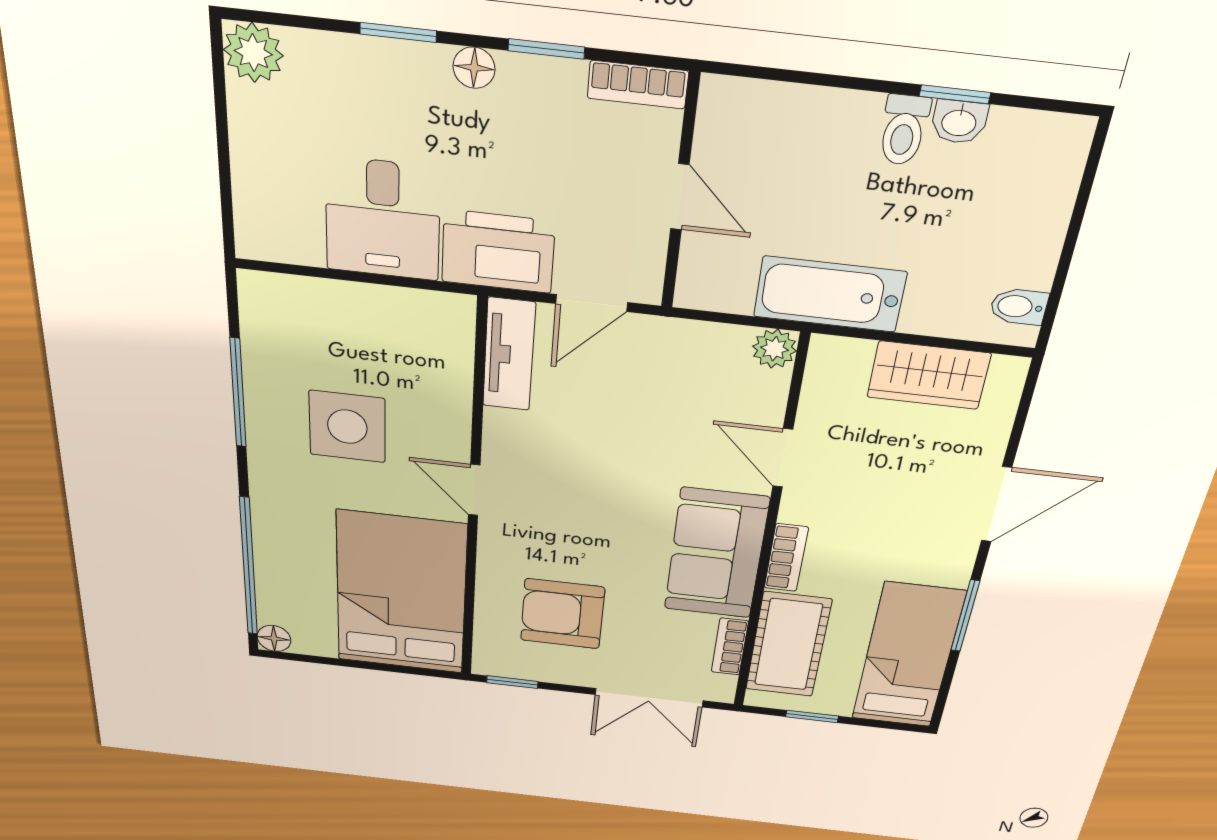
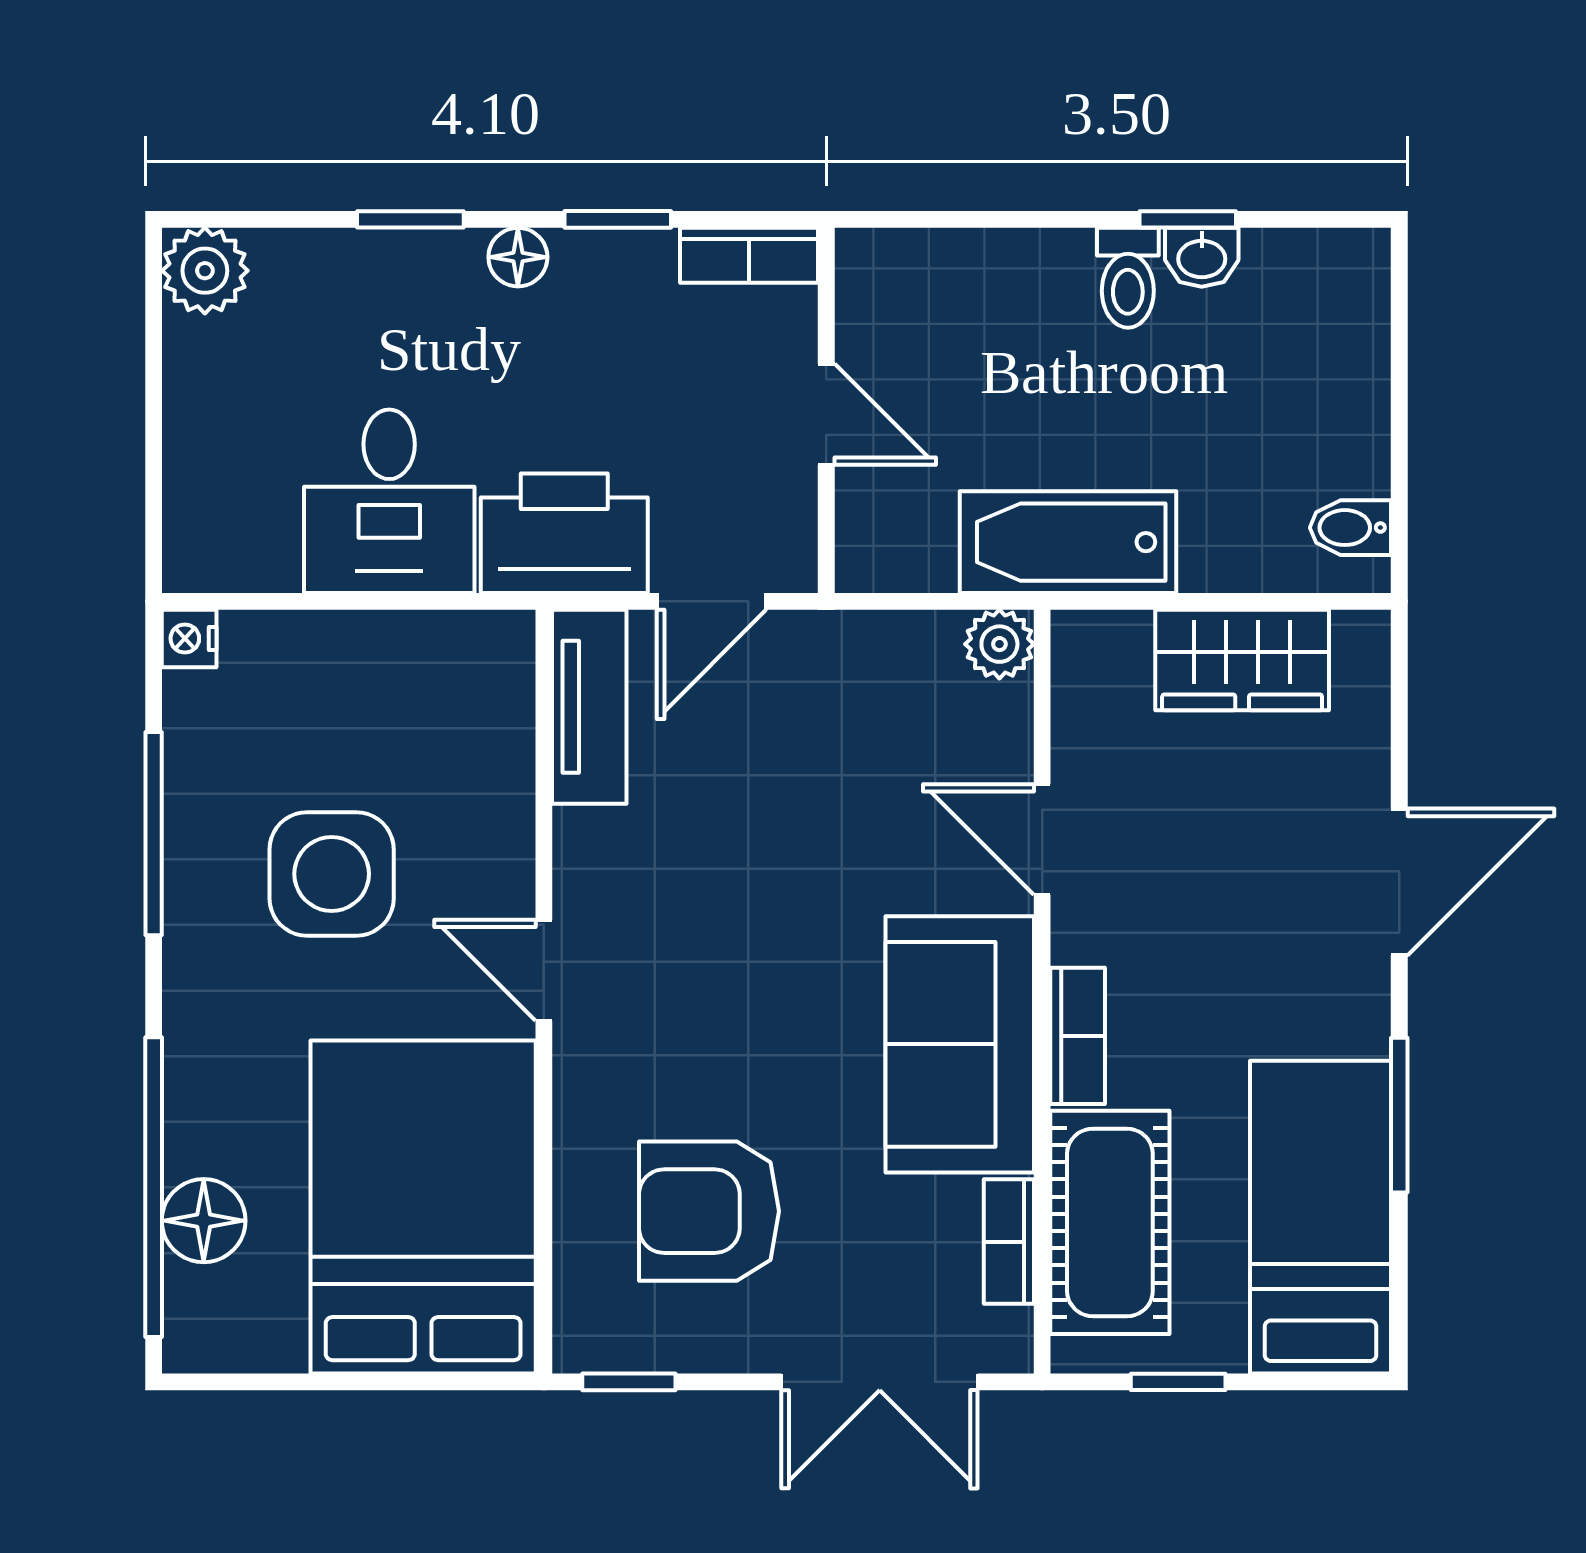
nightstand: (254, 287) -> (189, 638), added
floor lamp: (274, 638) -> (204, 1221), moved, width x1.37, depth x1.37

